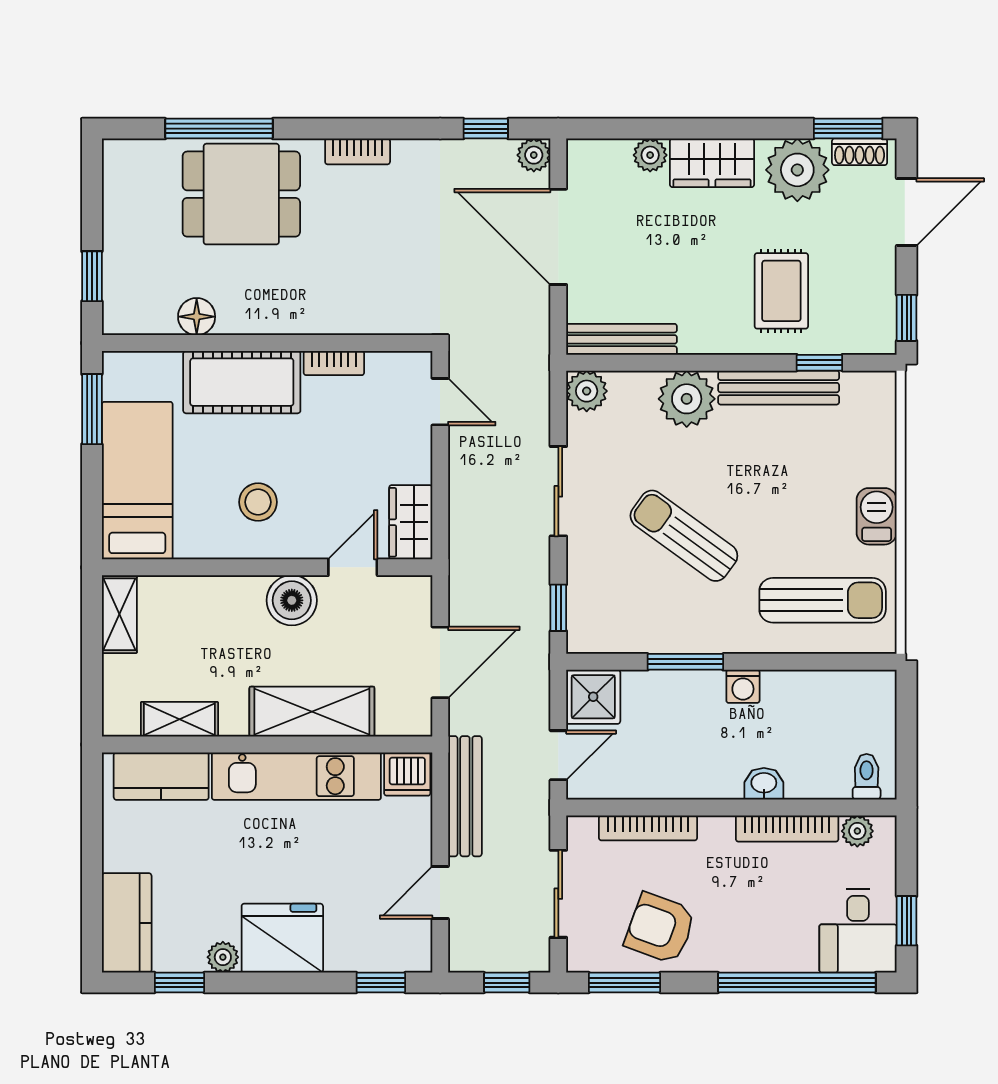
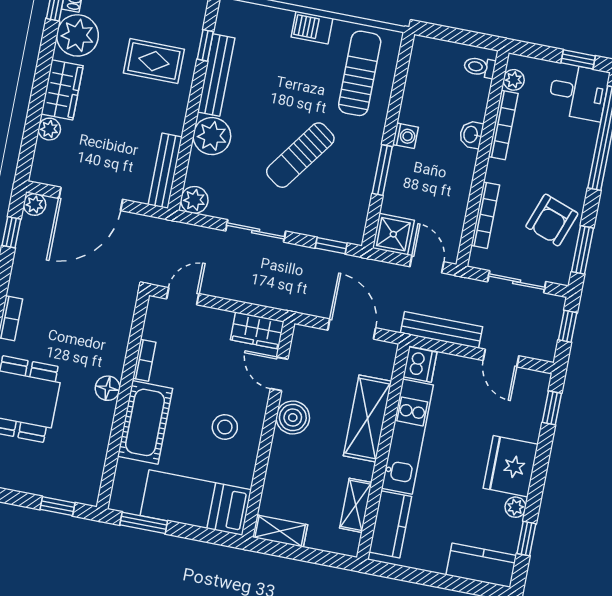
floor lamp: (197, 317) -> (108, 388), moved

